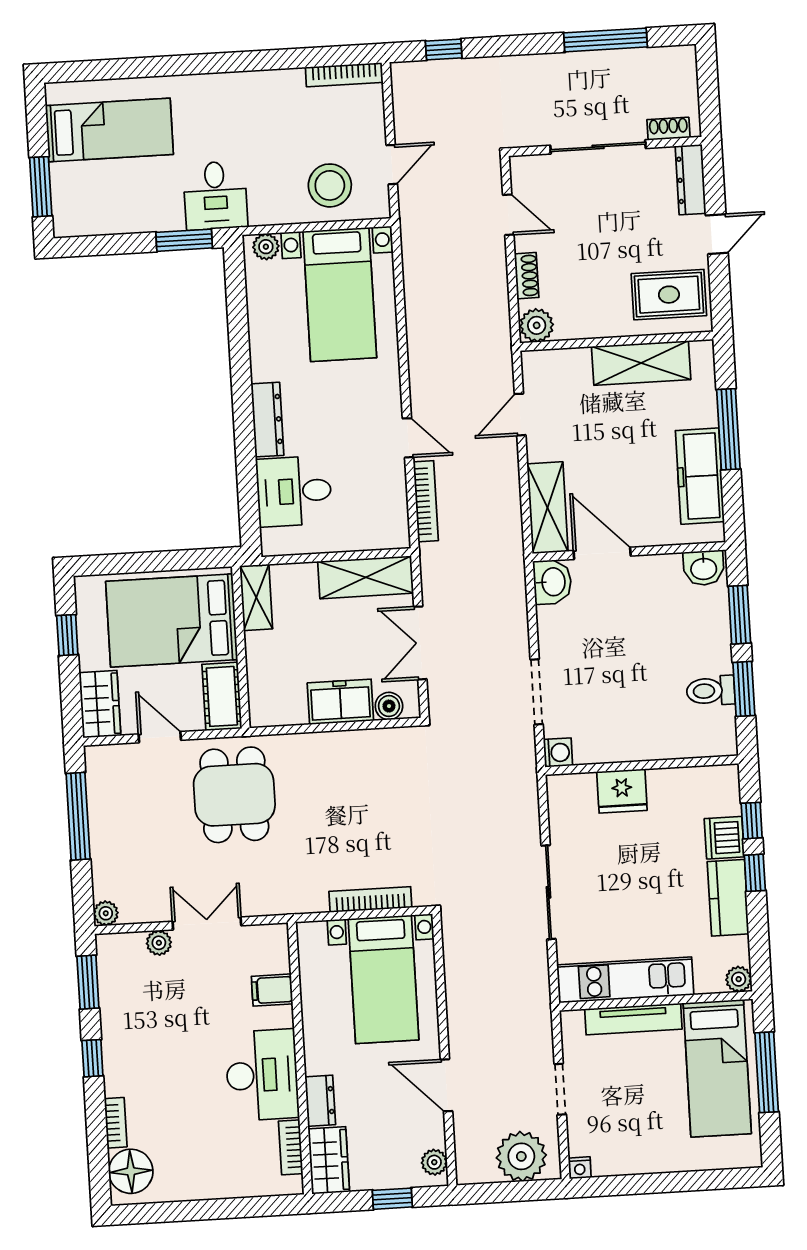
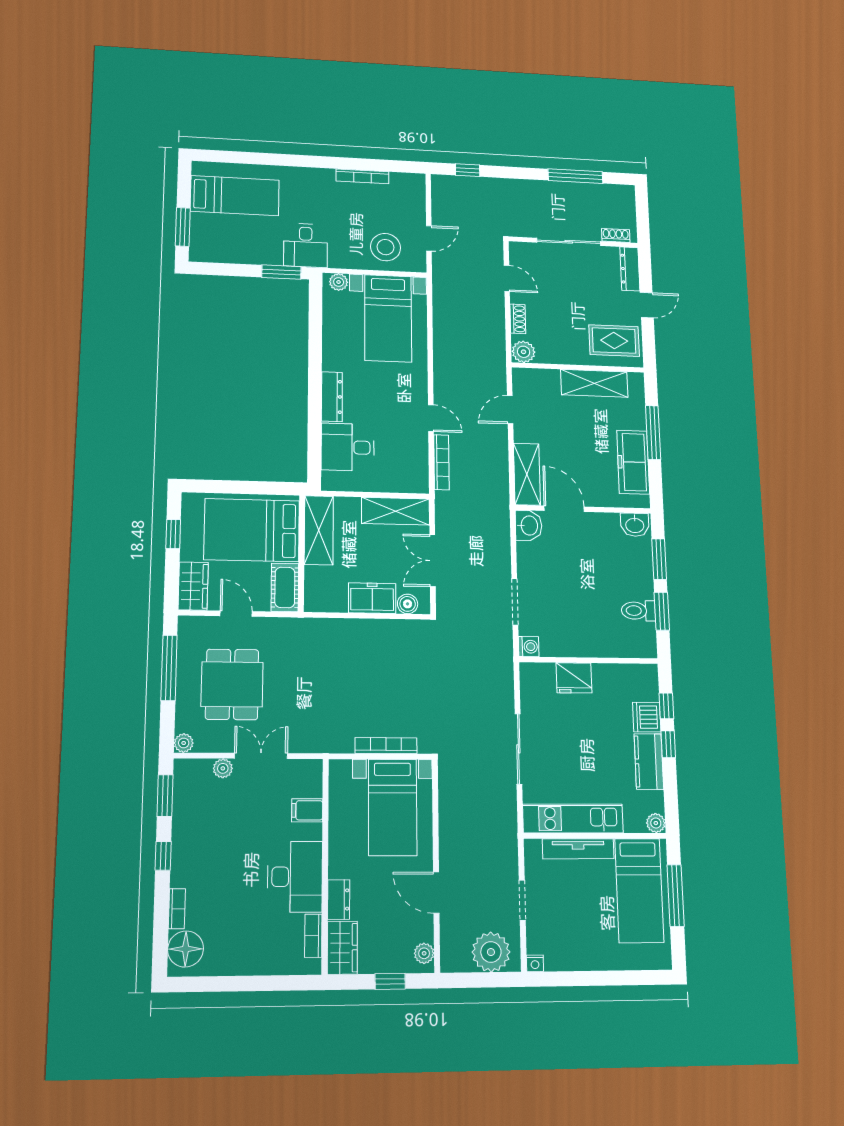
bookcase: (344, 75) -> (362, 176), moved
shelving: (256, 597) -> (319, 530), width x1.50, depth x1.33
dining table: (234, 795) -> (232, 684), moved

